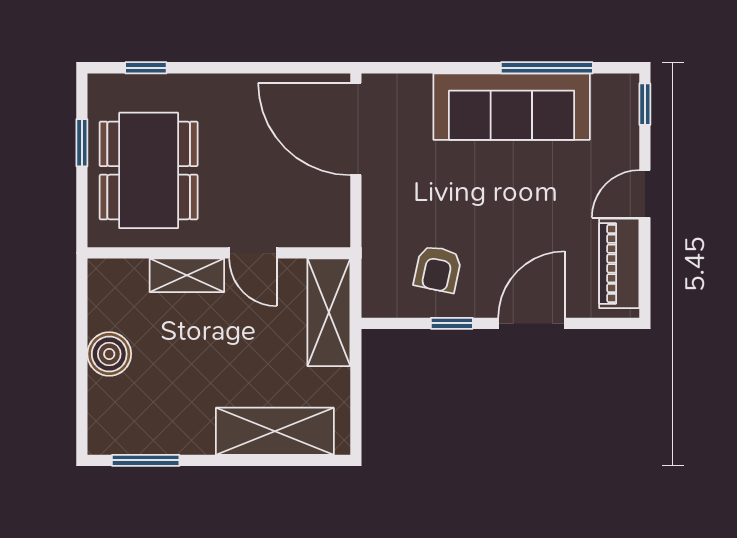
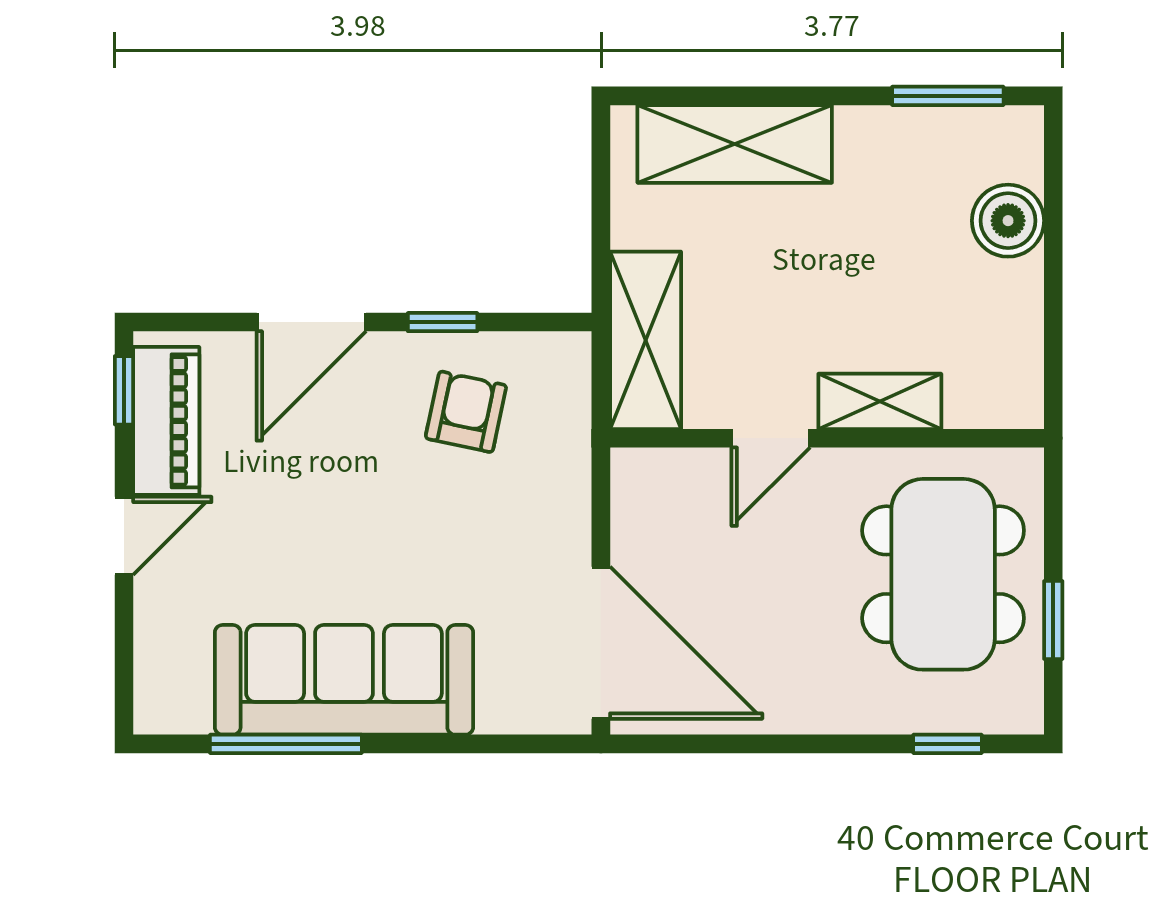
window: (645, 104) -> (124, 390), moved
door: (253, 253) -> (771, 438), swing flipped
boiler: (109, 354) -> (1008, 221), moved

